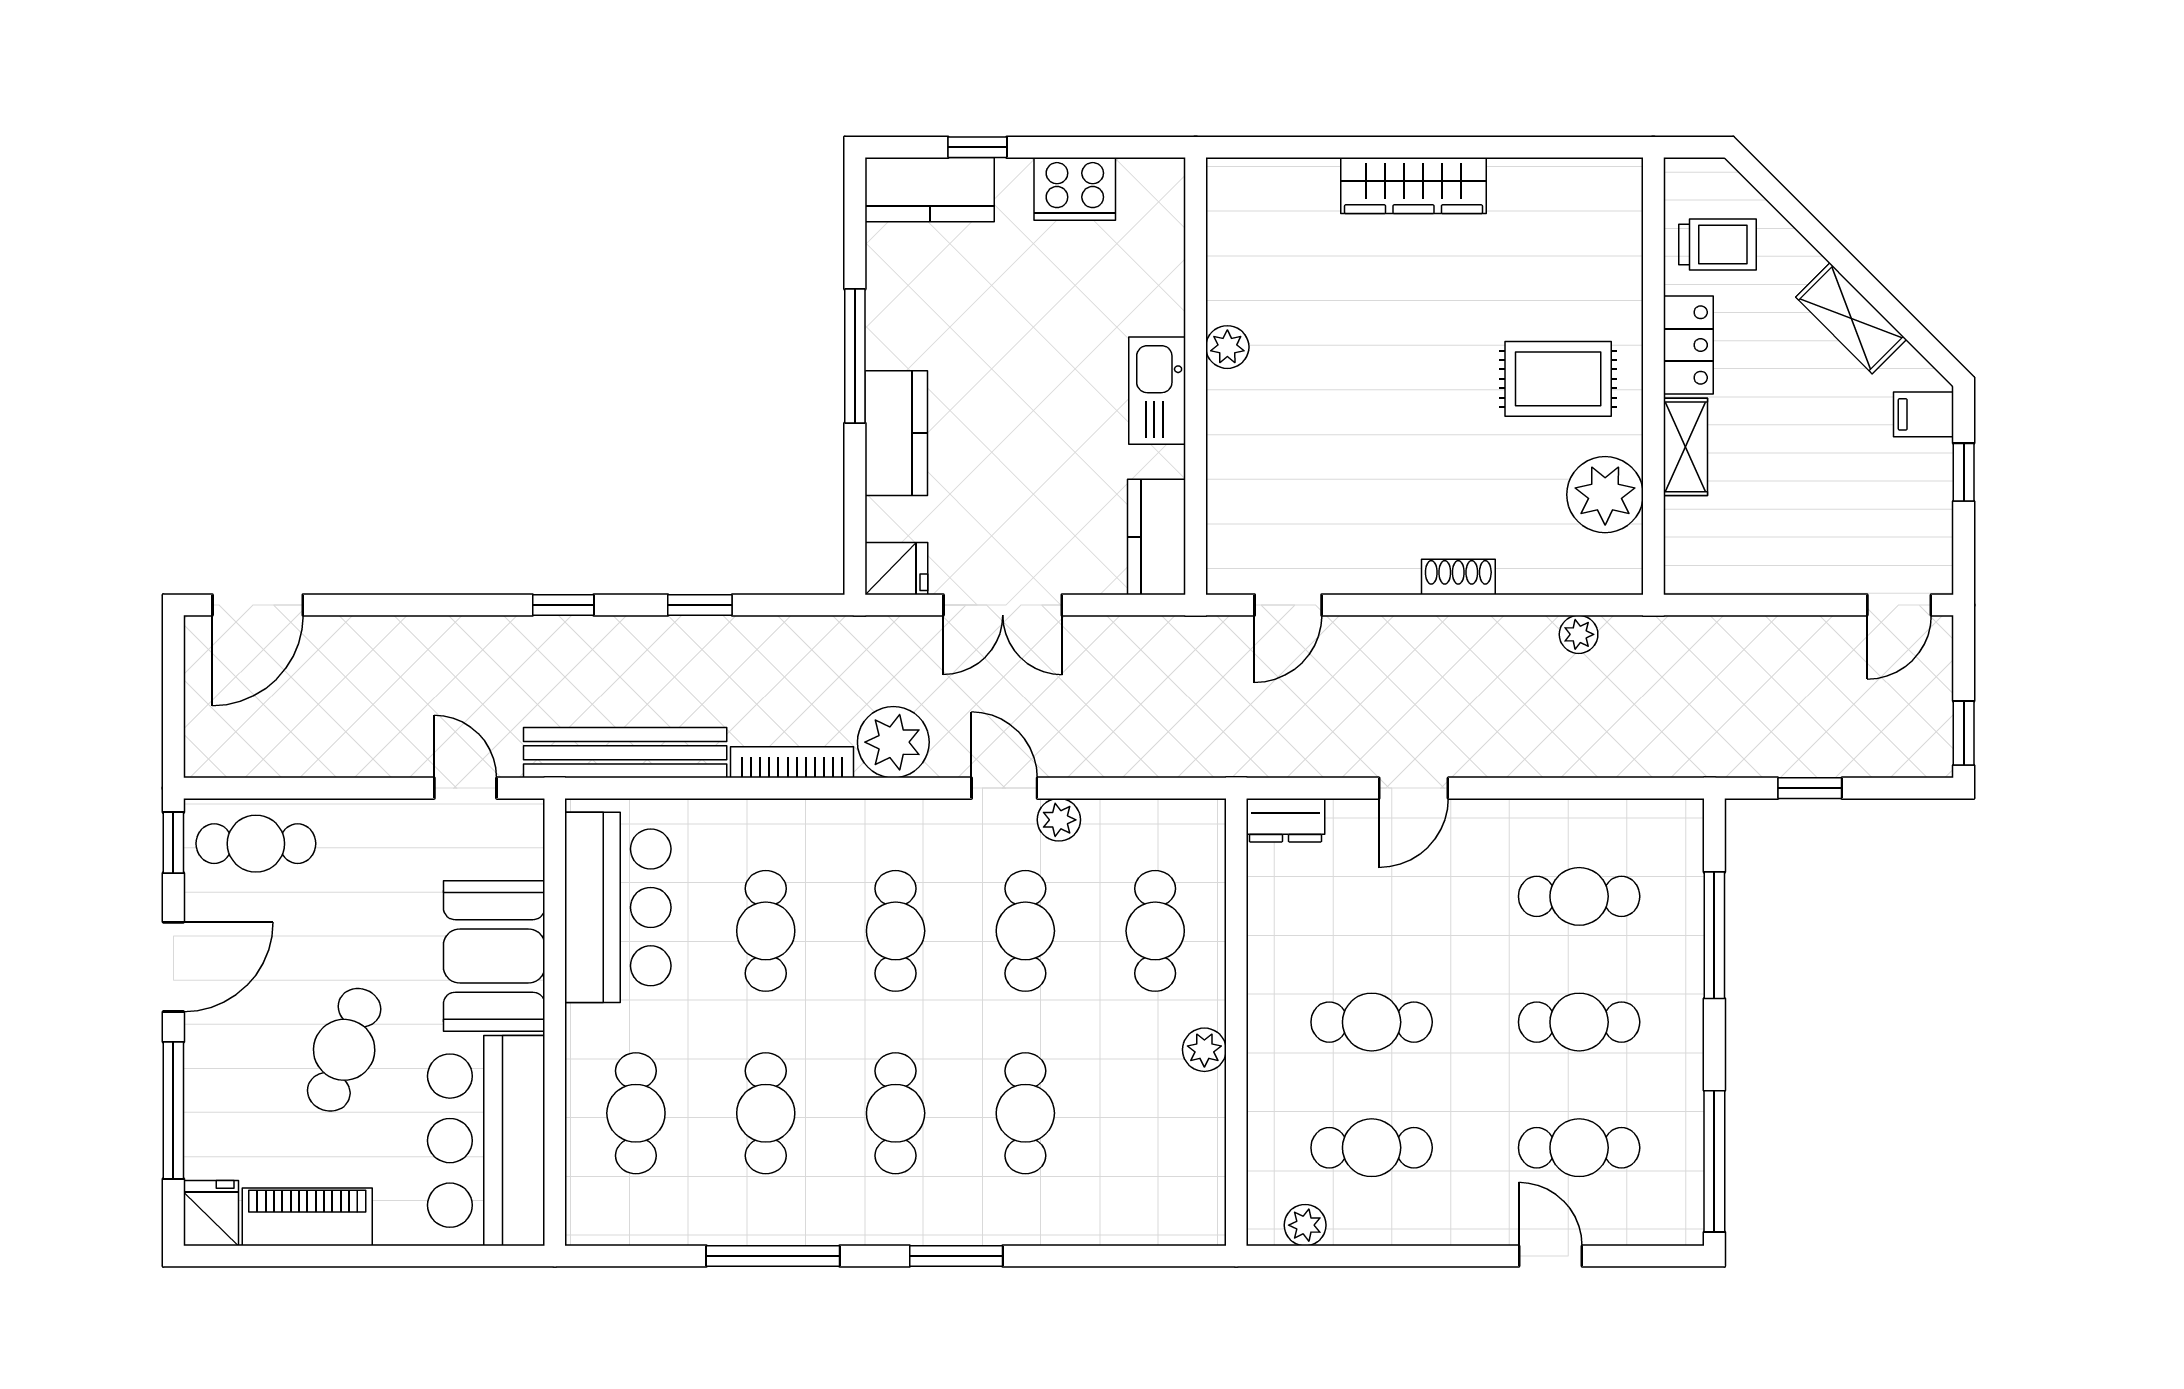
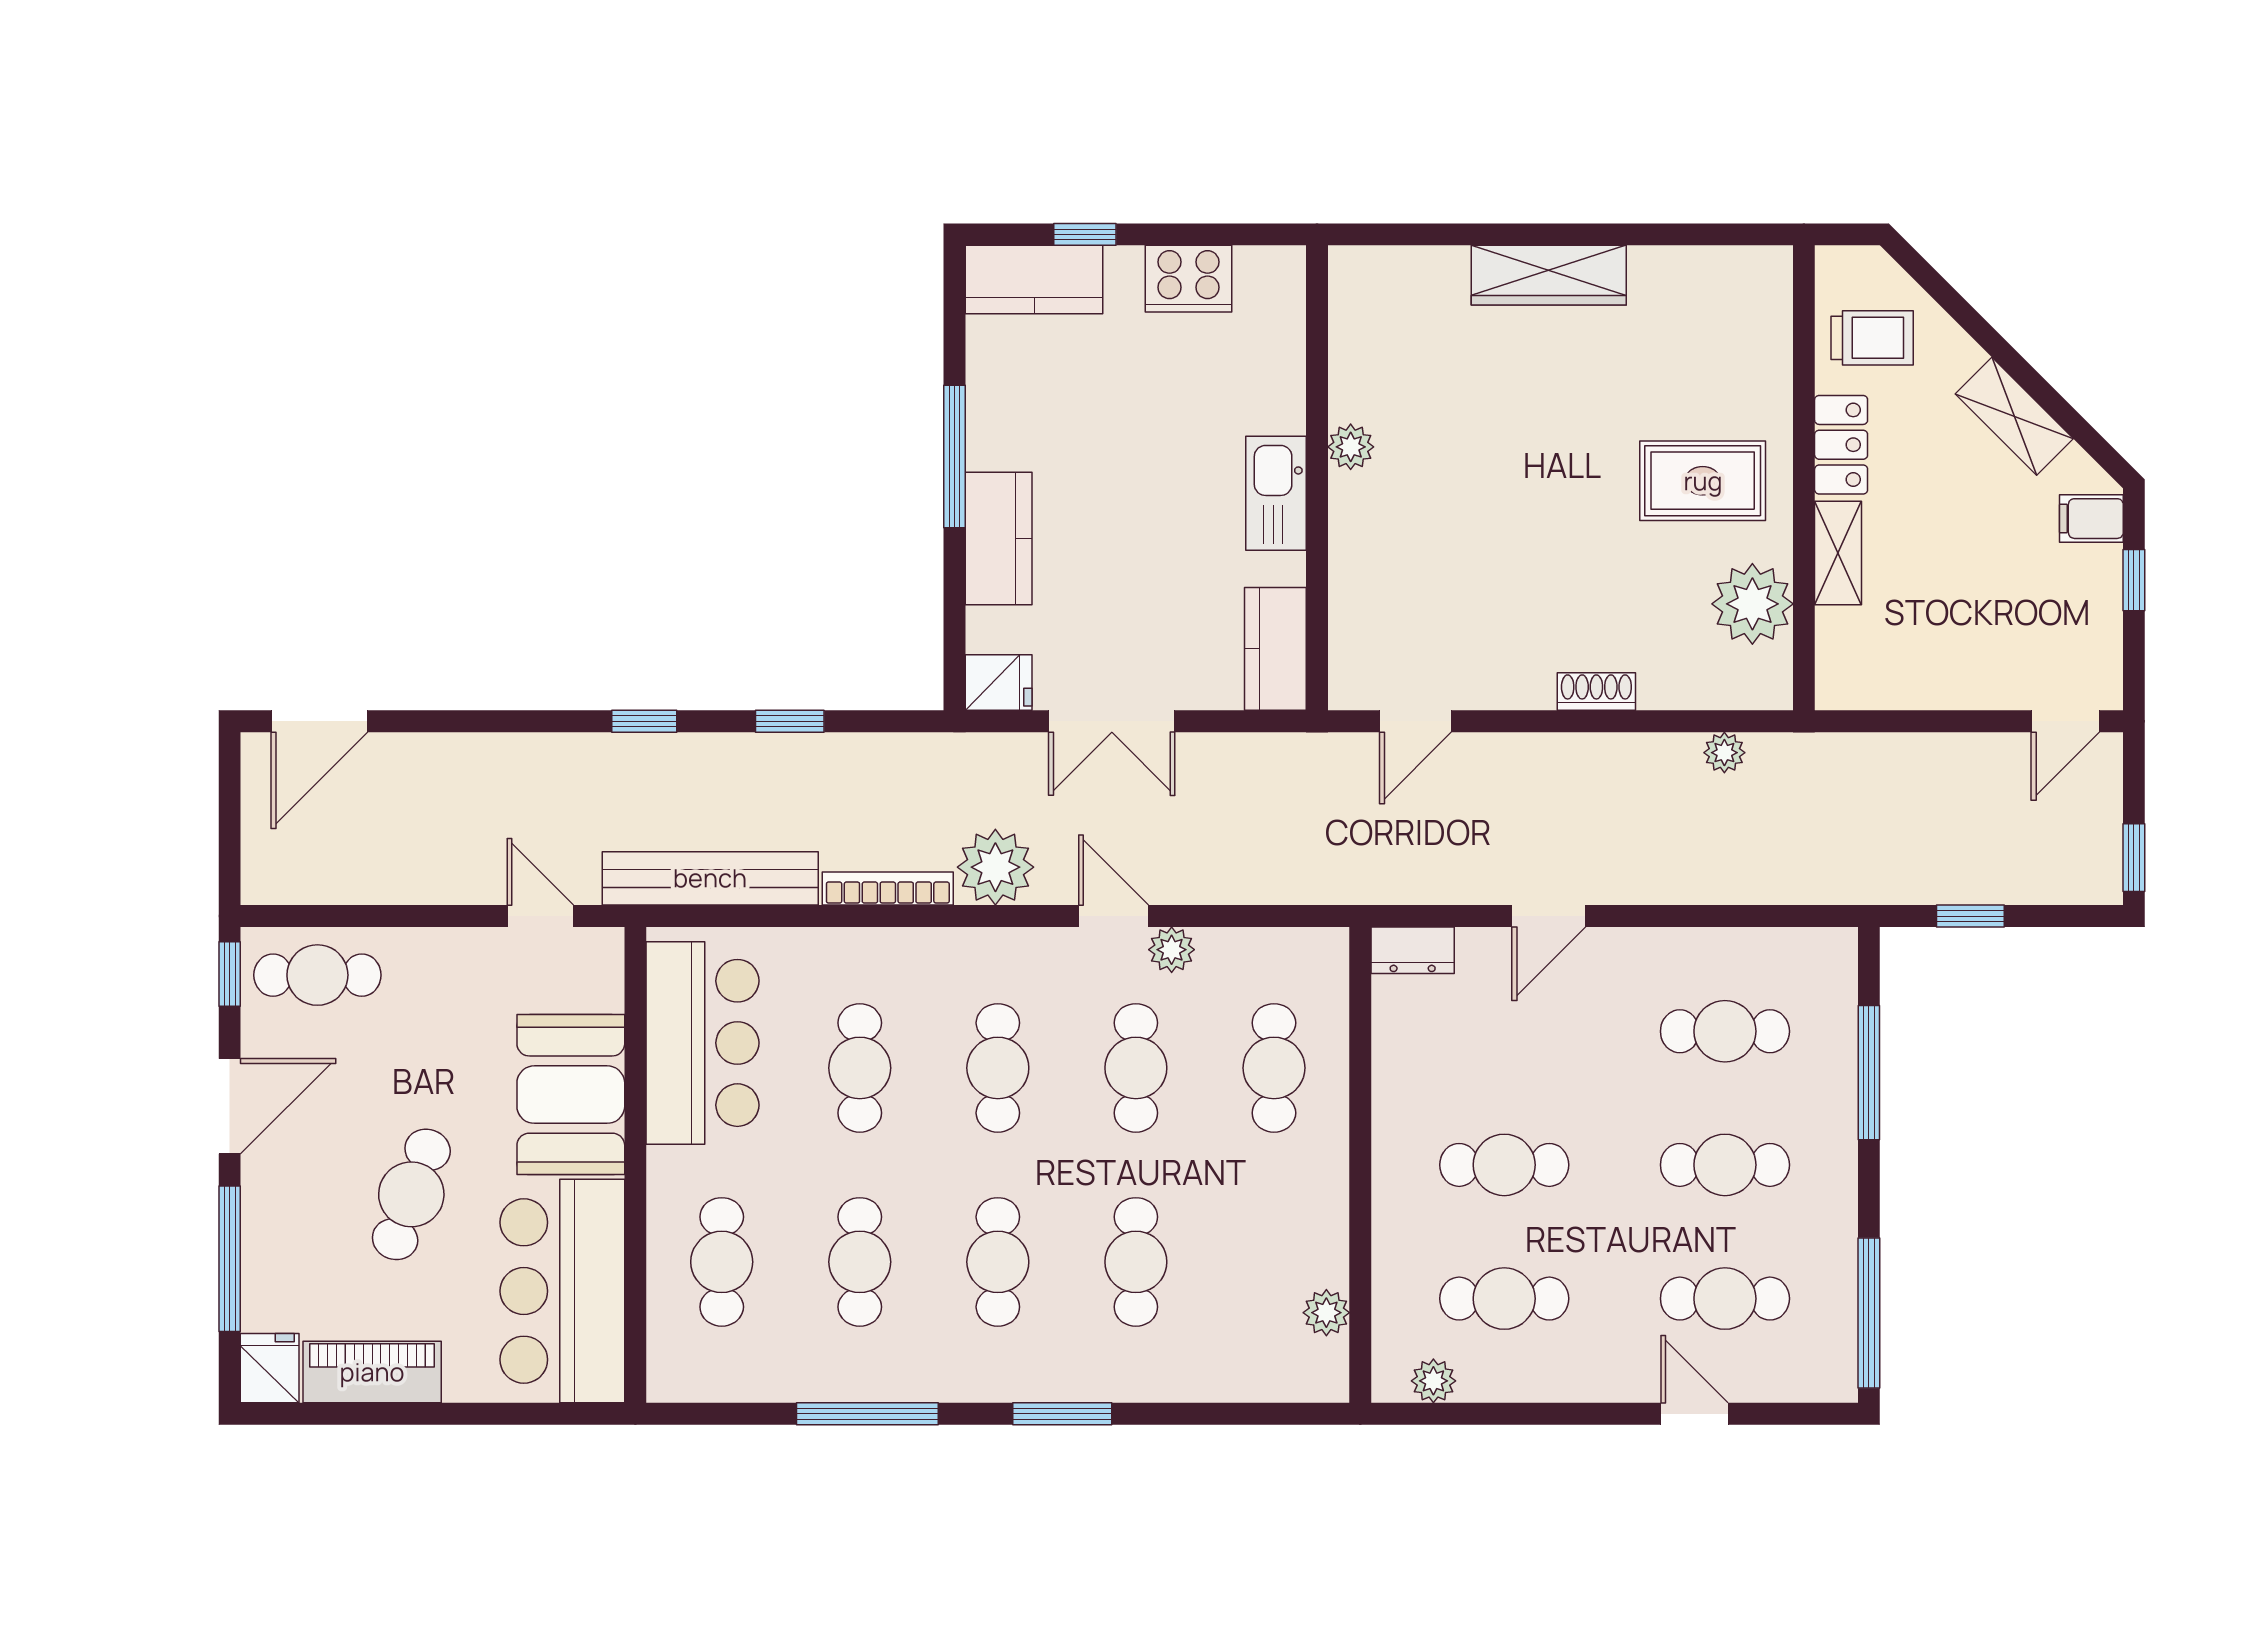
plant: (1204, 1050) -> (1326, 1313), moved

